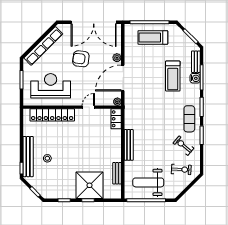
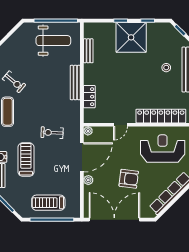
treadmill: (153, 37) -> (48, 203), turned 180
reception desk: (51, 86) -> (163, 149), turned 180
locker: (116, 119) -> (89, 97), moved
exercise bike: (181, 169) -> (52, 133), moved
shower: (89, 185) -> (131, 37), moved

